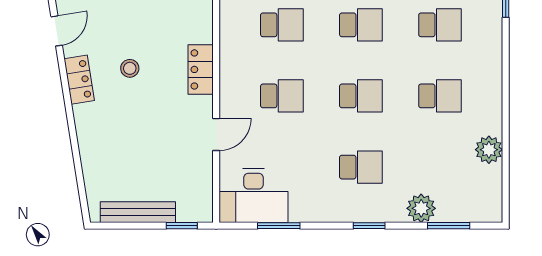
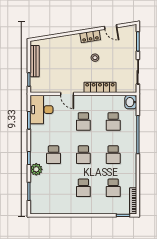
locker: (201, 69) -> (100, 87), width x1.53
plant: (489, 150) -> (61, 208), removed
plant: (421, 208) -> (36, 169), moved

